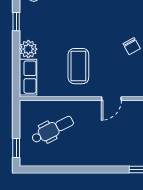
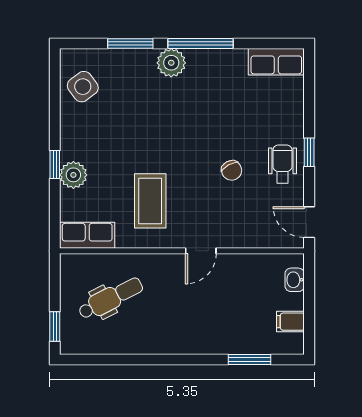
window: (16, 22) -> (55, 165), moved
row of seats: (28, 77) -> (87, 235), moved, turned -90

